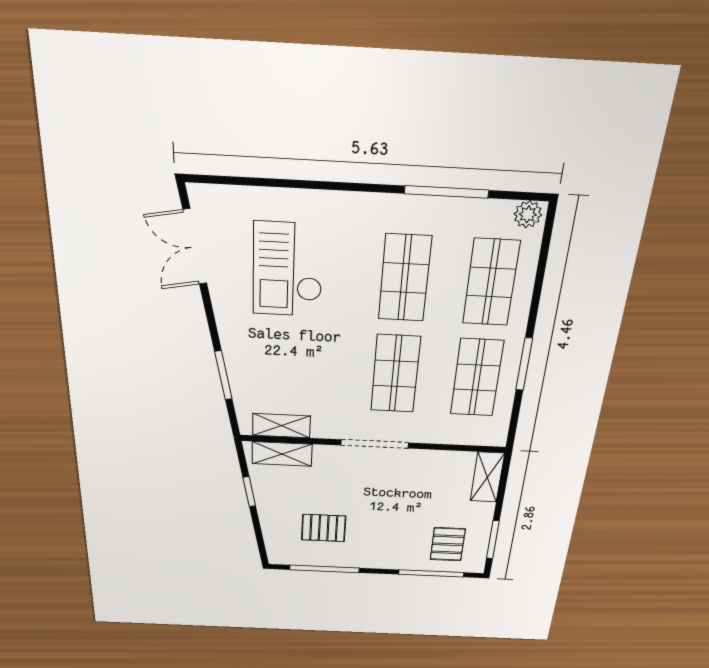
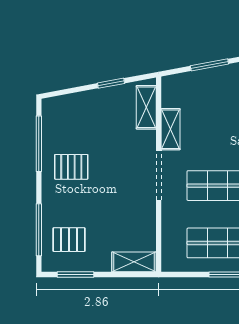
shelving: (281, 426) -> (171, 129), moved
pallet: (324, 528) -> (71, 167), moved, turned 90

